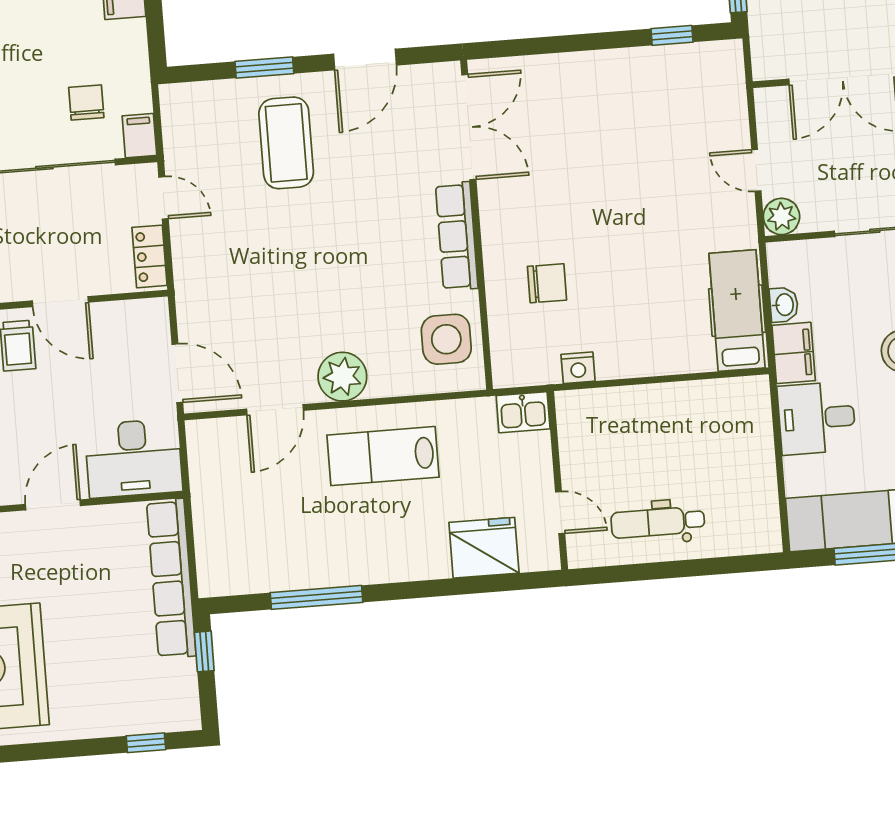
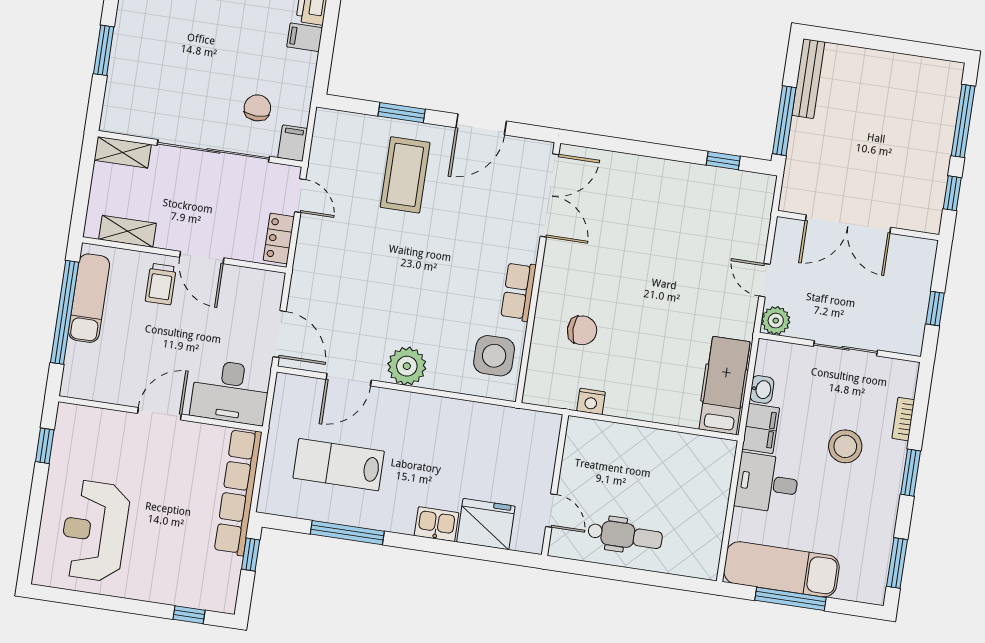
row of seats: (457, 236) -> (519, 291), width x0.68
kitchen sink: (523, 412) -> (436, 524), moved, turned 180
lab bench: (383, 456) -> (339, 465), moved
dental chair: (658, 522) -> (625, 535), turned 180

